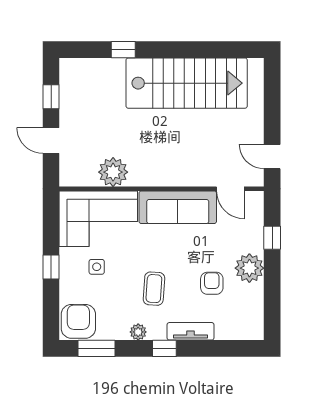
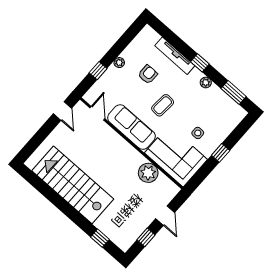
window: (123, 50) -> (100, 238), moved
plant: (249, 268) -> (119, 63), width x0.53, depth x0.53
armchair: (212, 283) -> (148, 74), turned 180
coffee table: (154, 289) -> (163, 105), moved
armchair: (78, 321) -> (231, 114), removed
tv unit: (191, 331) -> (175, 56), width x1.41

